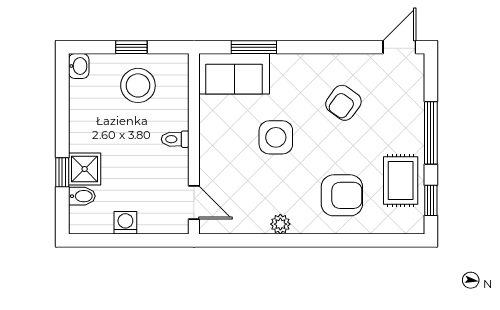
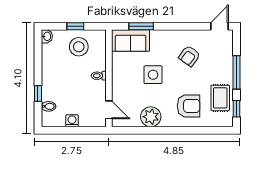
shower: (85, 169) -> (50, 92), removed
plant: (280, 224) -> (151, 117), width x1.87, depth x1.87

